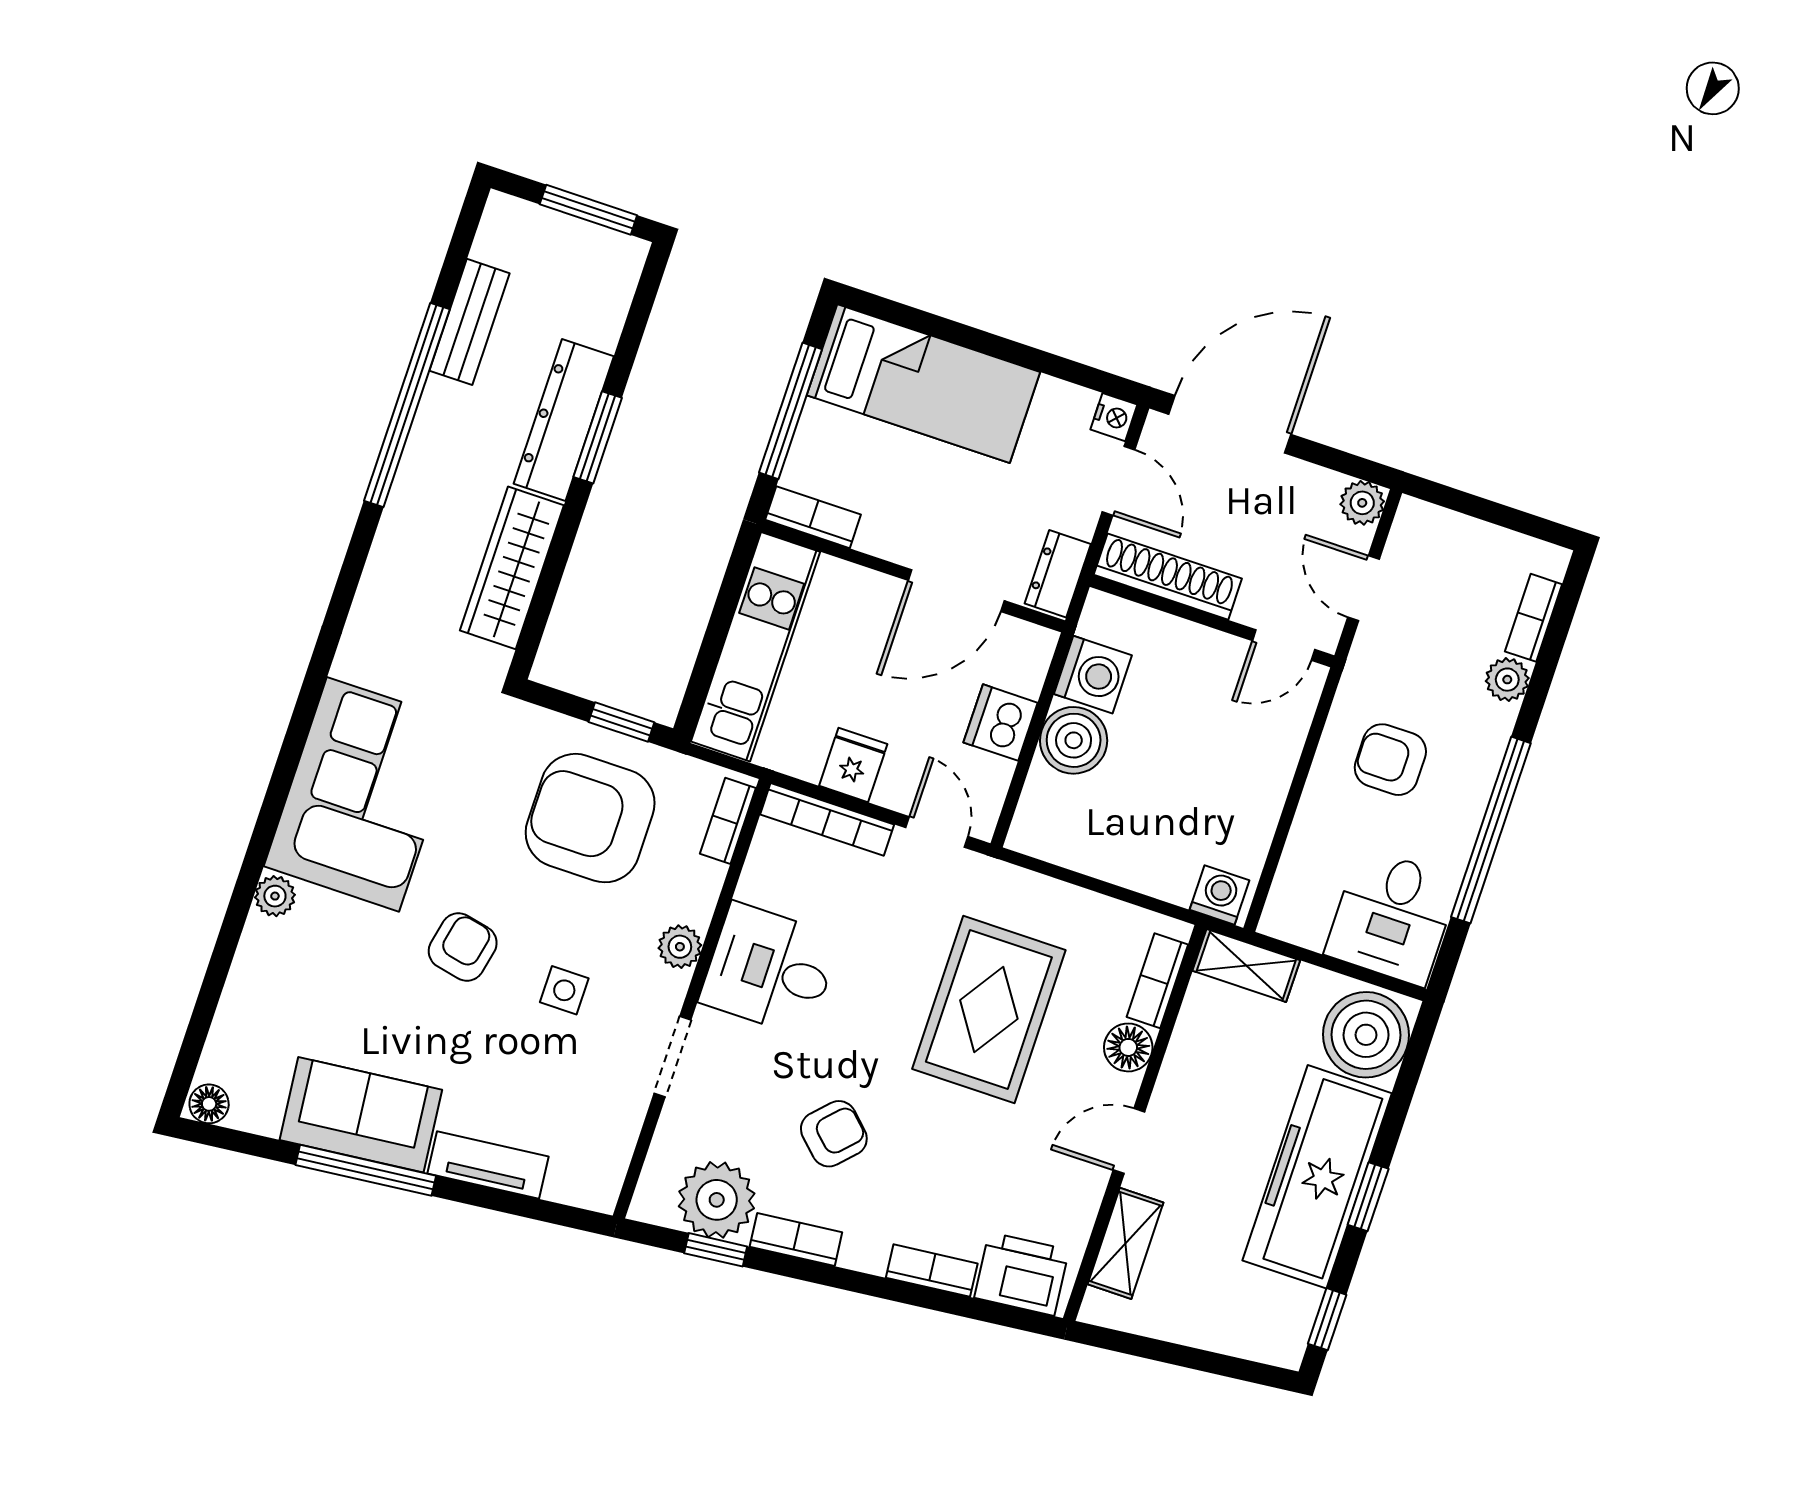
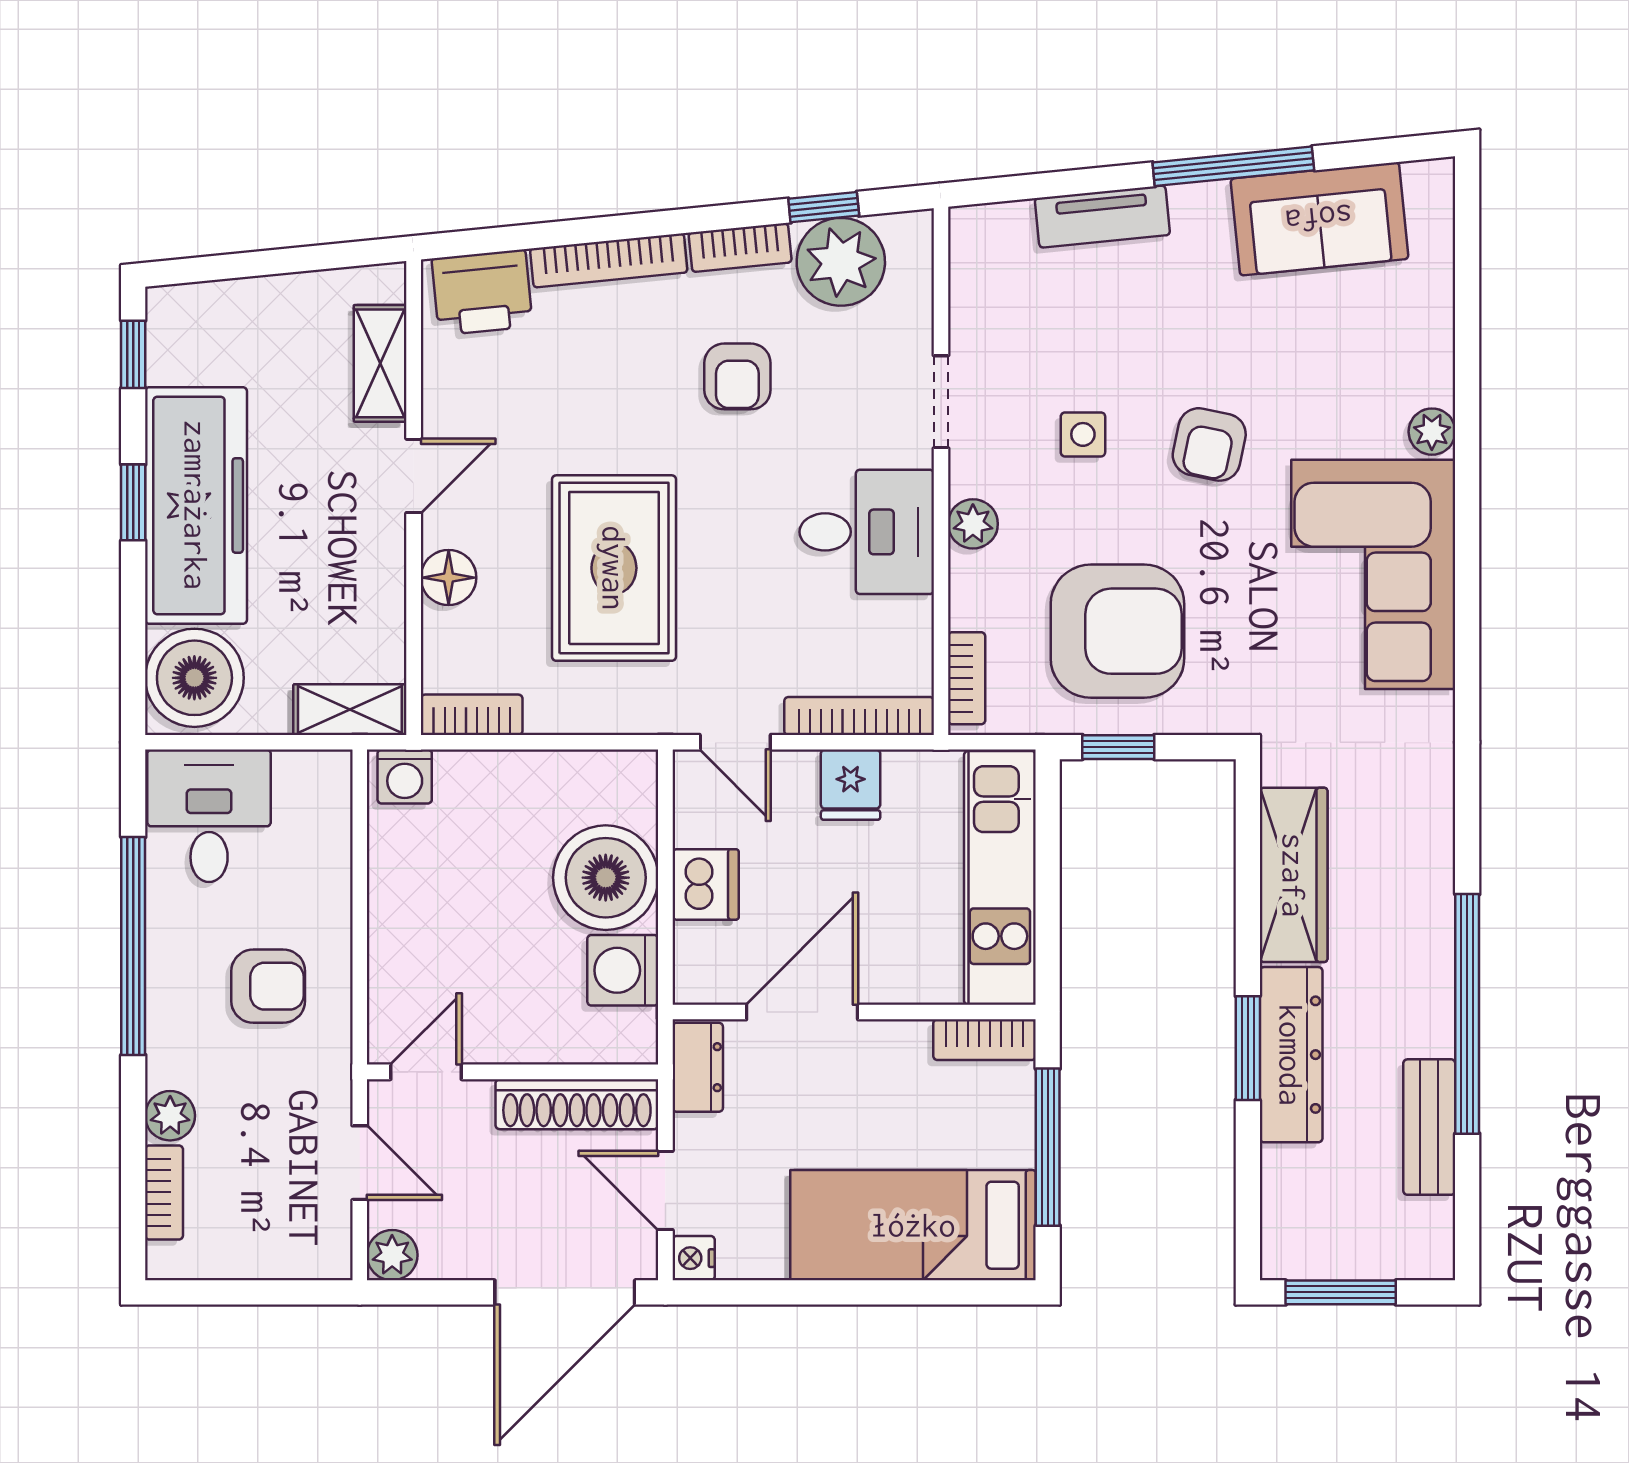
boiler: (1074, 740) -> (606, 878), width x1.37, depth x1.37
bookcase: (1157, 981) -> (472, 715), moved, turned -90
floor lamp: (209, 1104) -> (1428, 181), removed
sofa: (361, 1115) -> (1319, 219), moved
armchair: (834, 1134) -> (737, 376), turned -44
bookcase: (932, 1271) -> (609, 261), width x1.56

